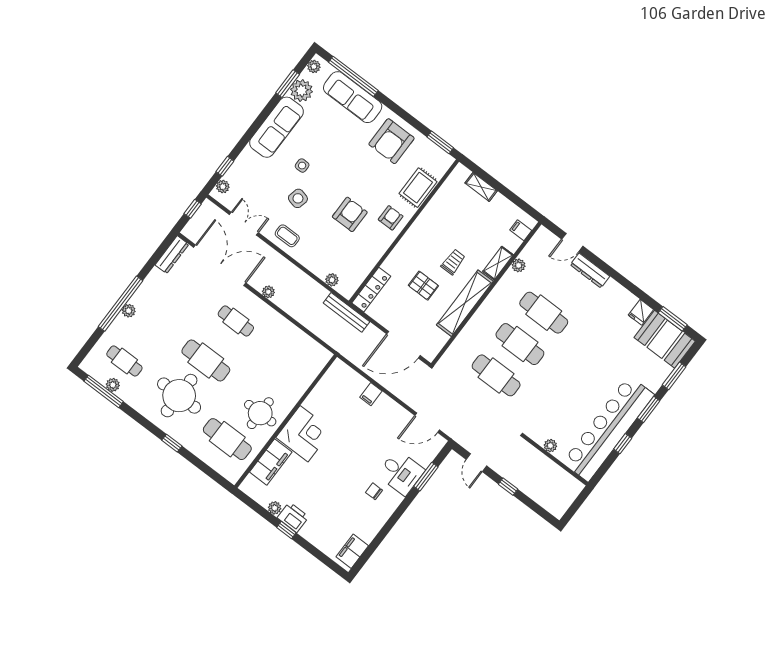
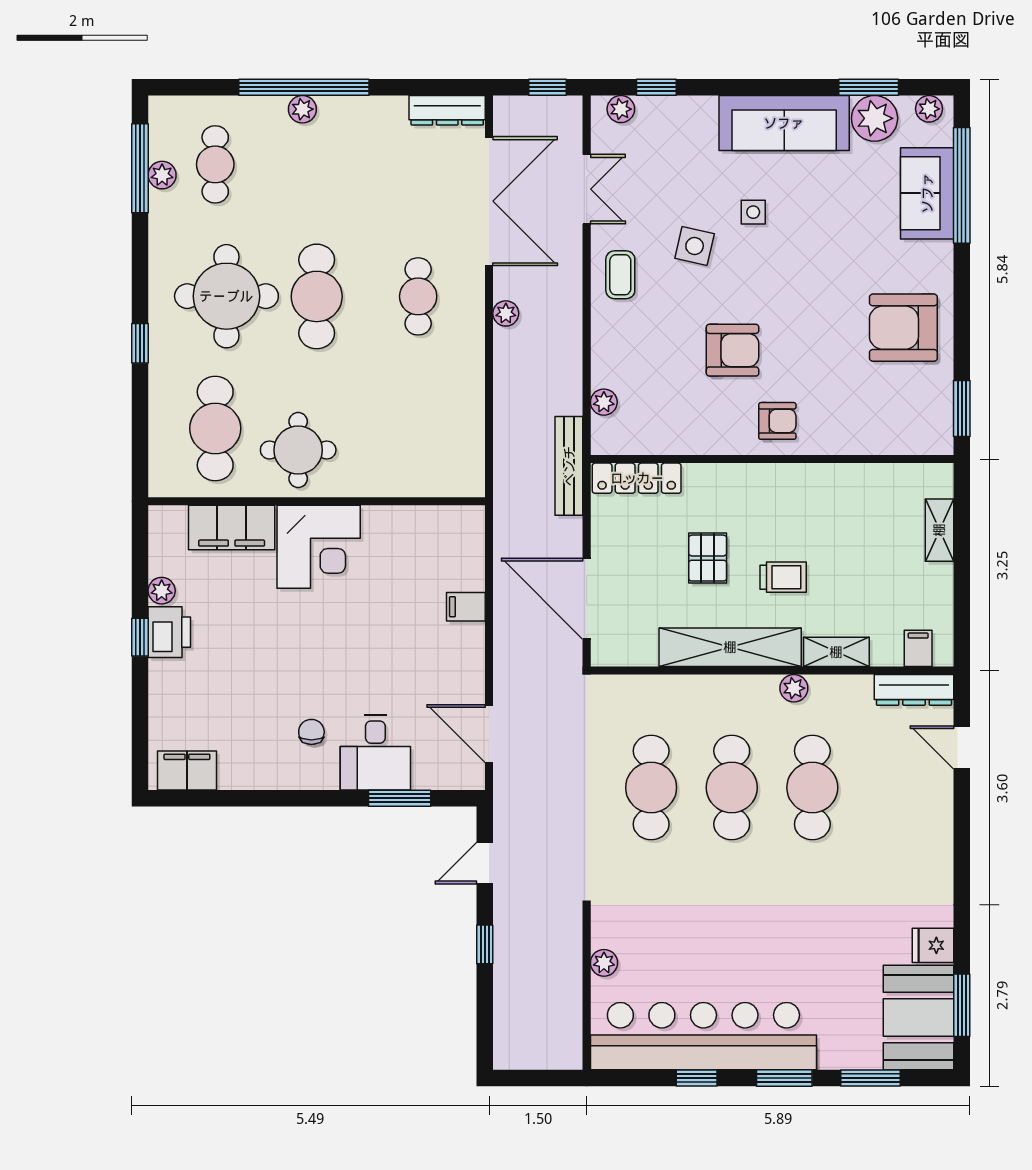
sofa: (353, 97) -> (927, 193), width x0.73
rug: (418, 188) -> (860, 428), removed
plant: (519, 265) -> (794, 688), moved
dresser: (590, 271) -> (914, 690), moved, turned -90

